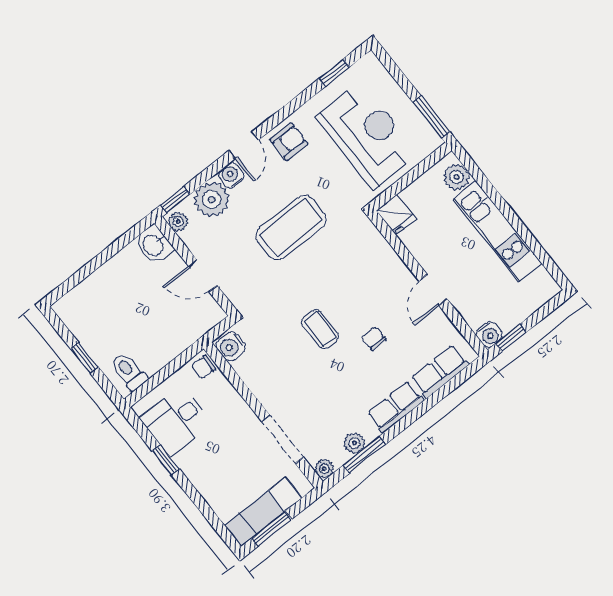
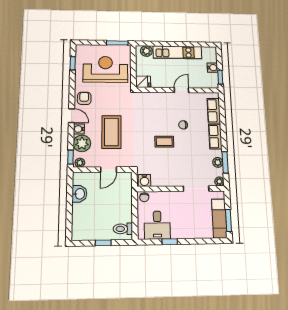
coffee table: (291, 228) -> (111, 132), moved
washbasin: (154, 245) -> (79, 194), moved, turned -90
door: (433, 290) -> (181, 90), swing flipped
water cooler: (489, 335) -> (212, 68), moved

